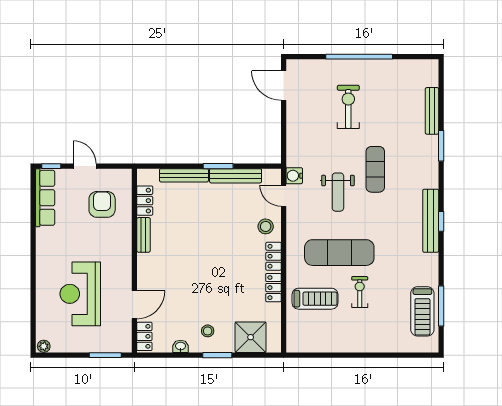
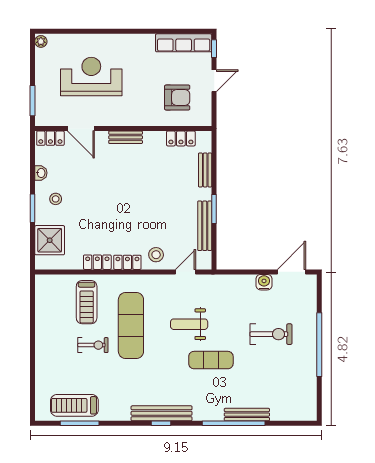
bench: (432, 111) -> (247, 415), moved
window: (441, 146) -> (234, 423), width x2.11
bench: (184, 175) -> (205, 170), width x0.73
water cooler: (294, 176) -> (264, 282), moved
bench: (143, 235) -> (126, 137), moved

